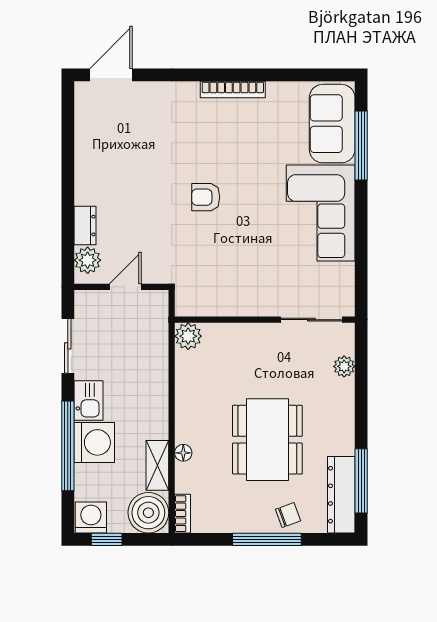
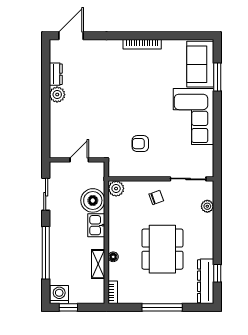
window: (361, 146) -> (217, 77), width x0.69
armchair: (206, 197) -> (140, 144), moved
dresser: (85, 225) -> (56, 74), moved
plant: (88, 260) -> (57, 95), moved
kitchen sink: (88, 401) -> (96, 225), moved, turned 180
washing machine: (94, 442) -> (61, 251), removed
window: (361, 481) -> (217, 273), width x0.46
boiler: (148, 513) -> (93, 200), moved
chair: (288, 515) -> (156, 197), moved

